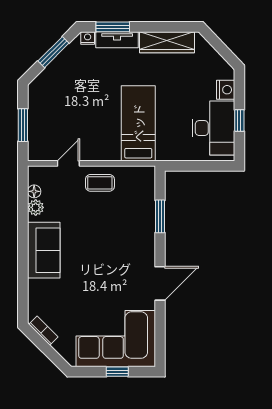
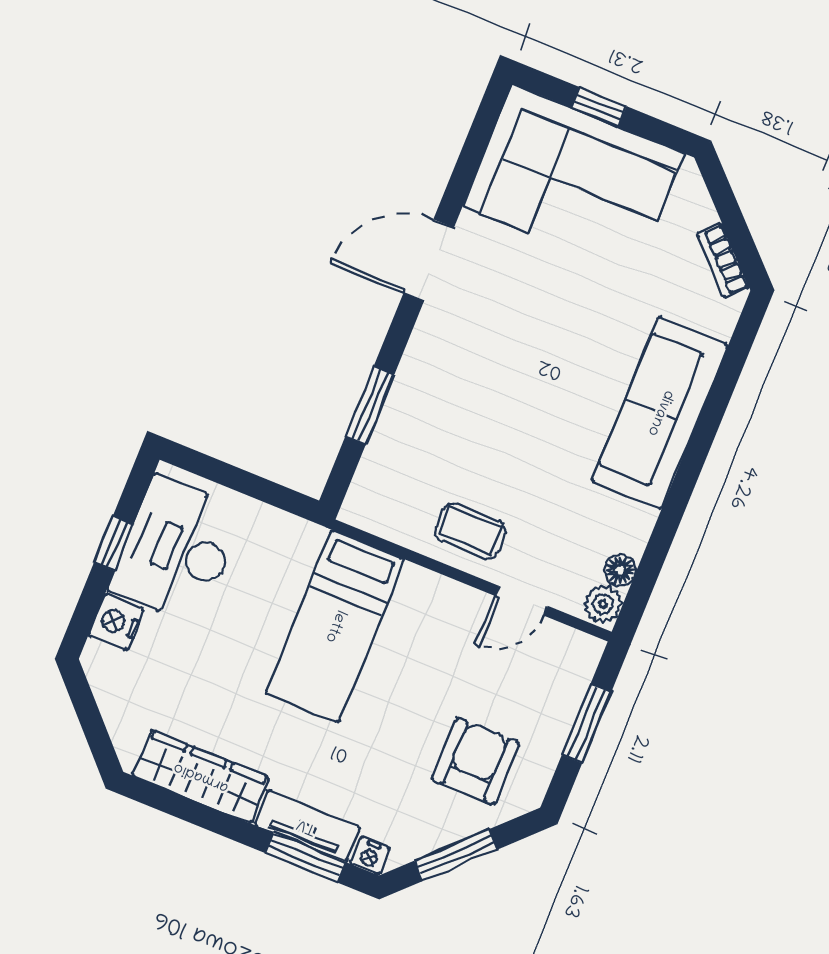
armchair: (61, 93) -> (476, 761), added
plant: (36, 207) -> (603, 604), moved
sofa: (44, 250) -> (660, 413), width x1.36

